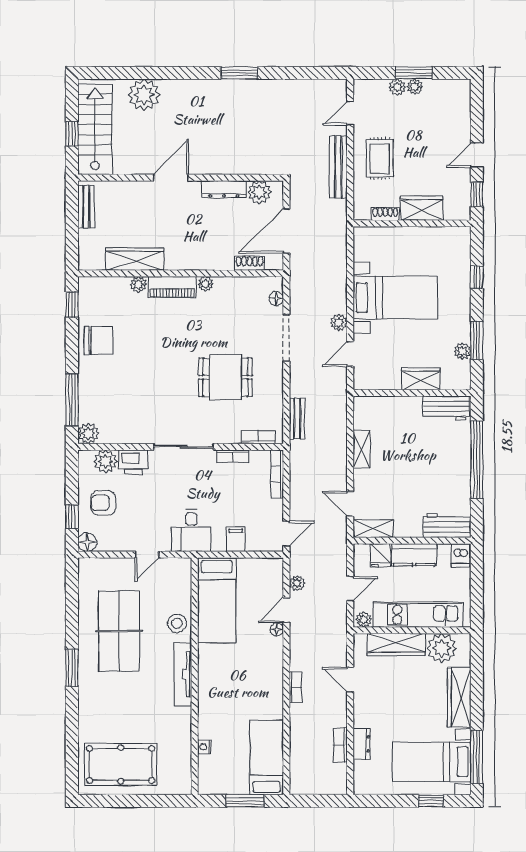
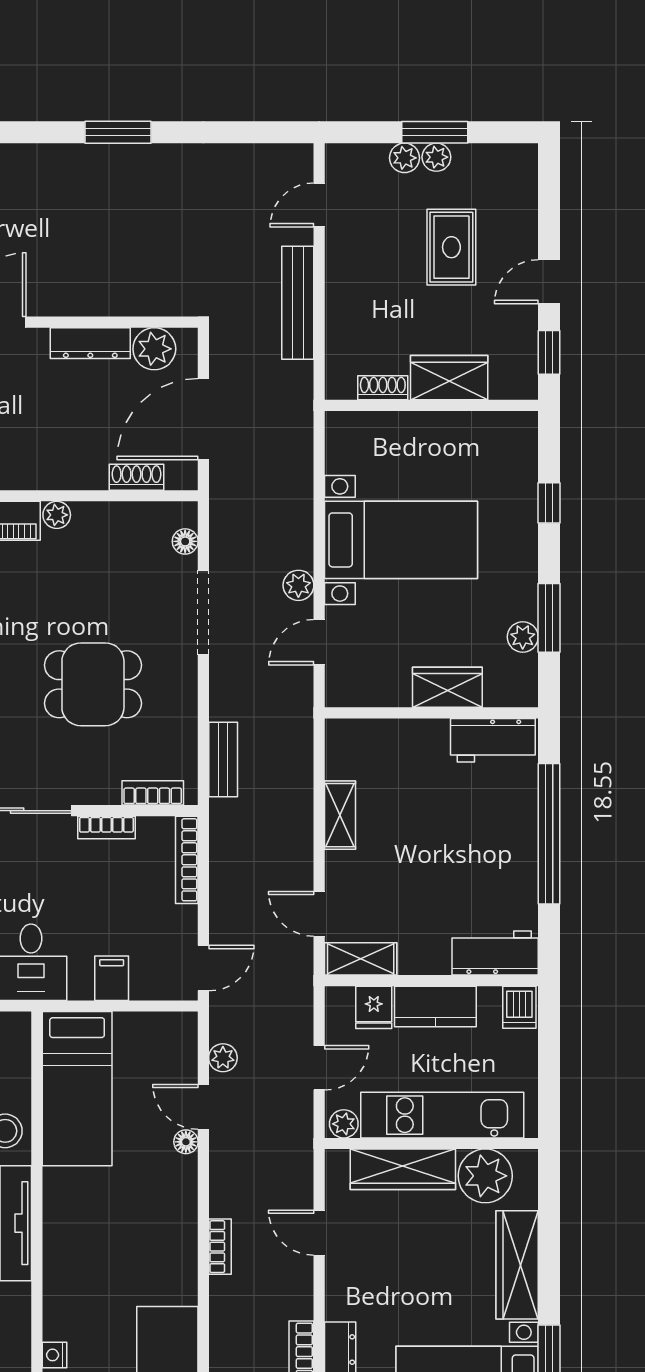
rug: (380, 158) -> (451, 247), moved
door: (286, 610) -> (203, 1107), hinge flipped

